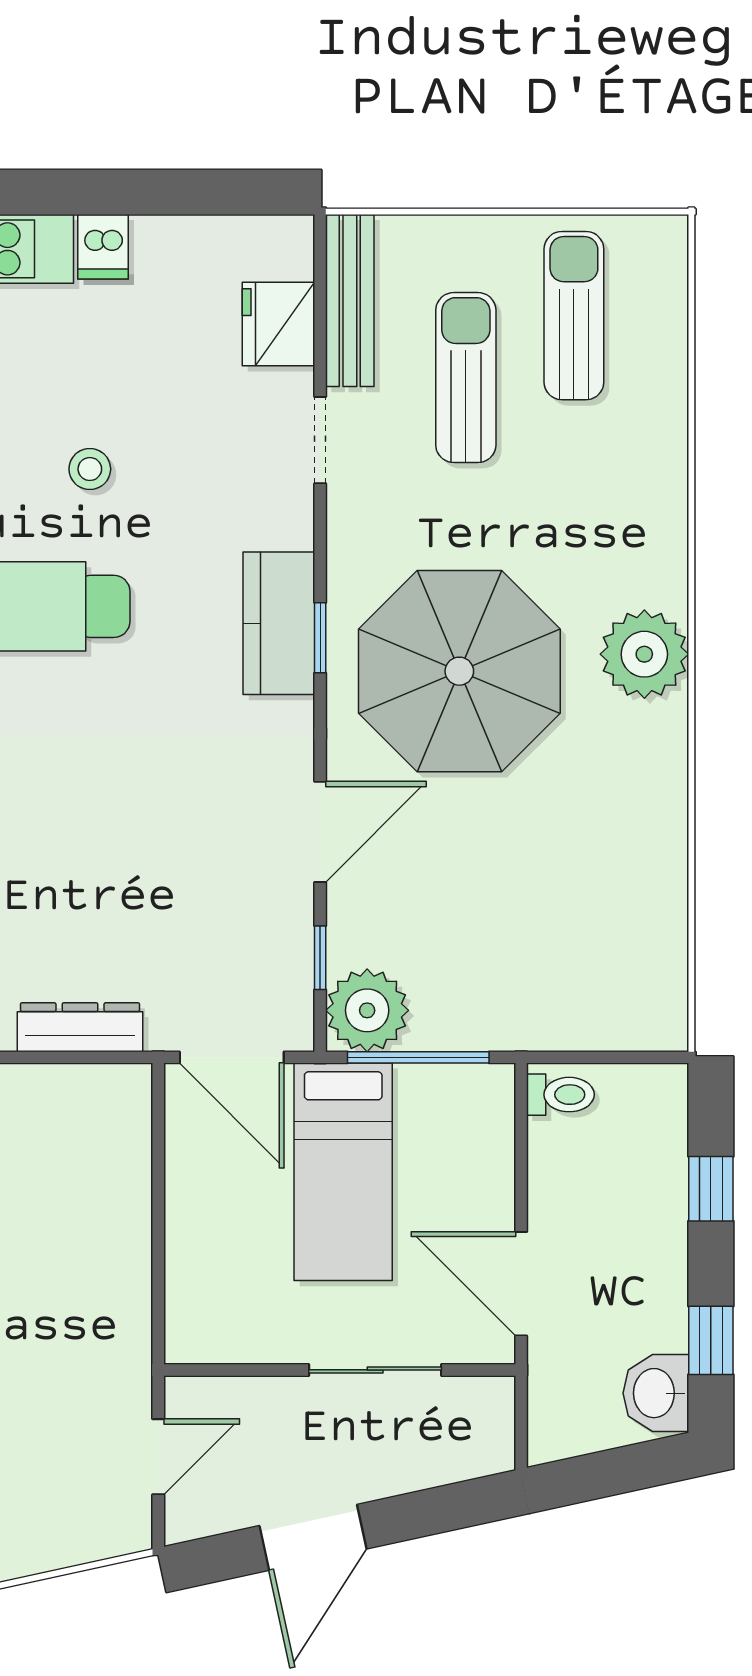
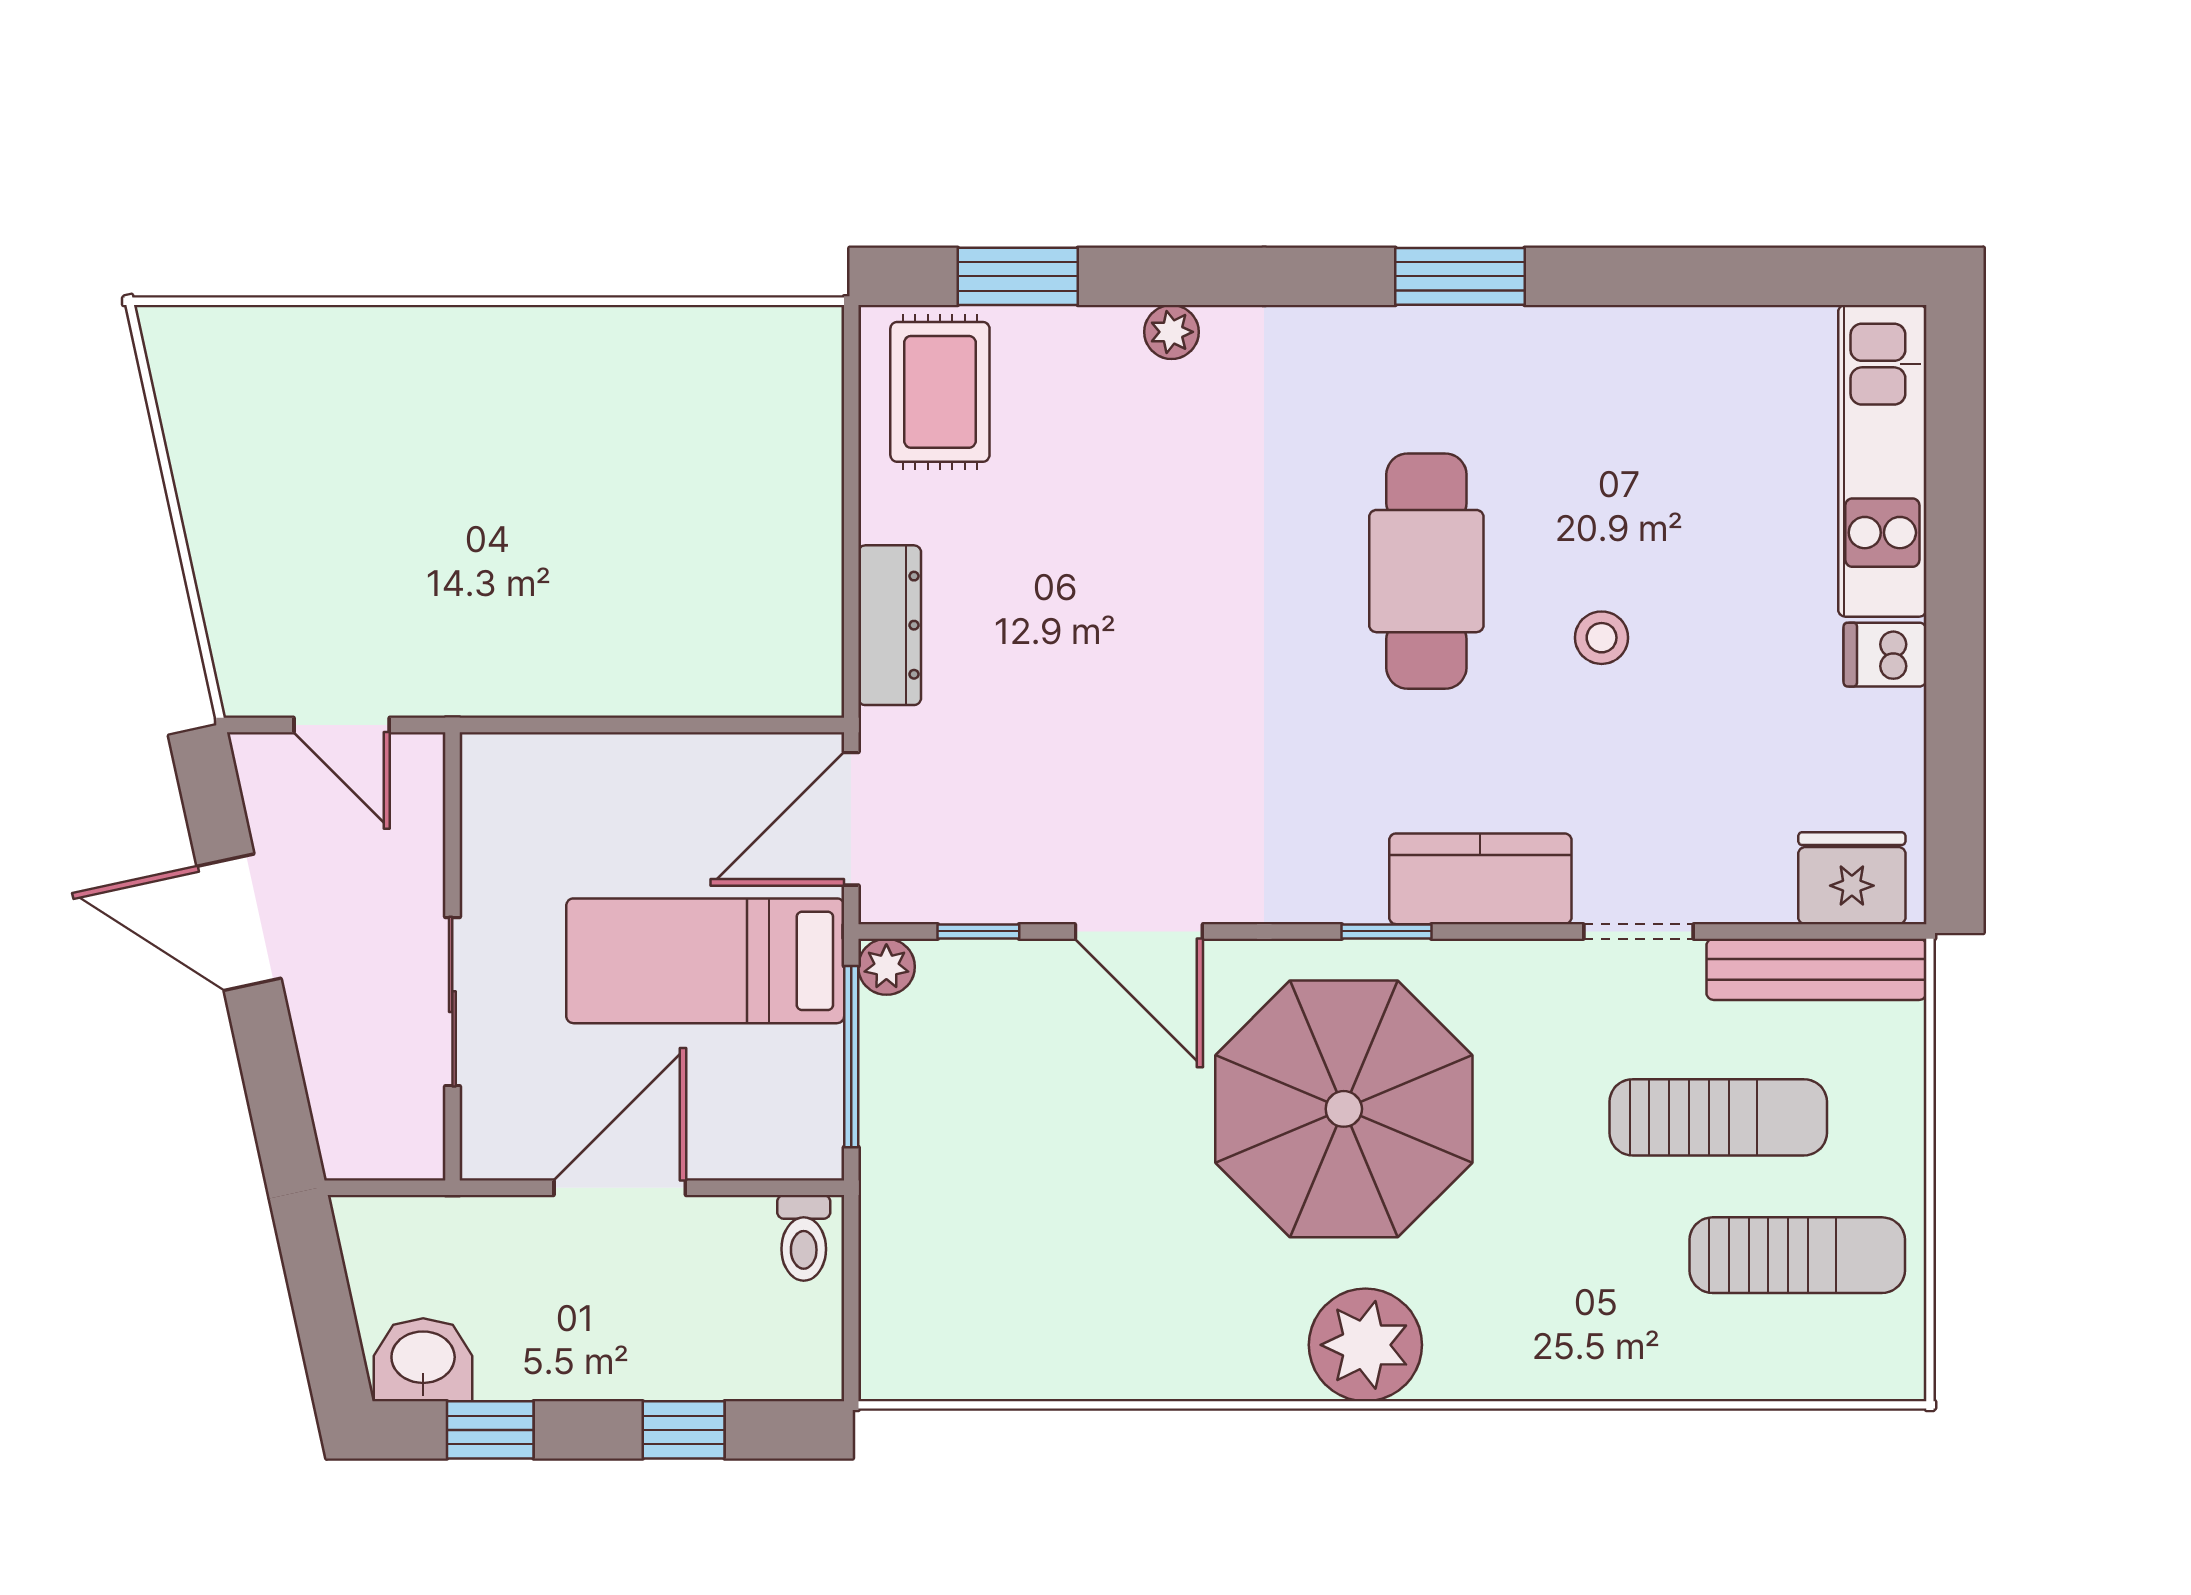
fridge: (278, 324) -> (1852, 878), moved
kitchen counter: (279, 623) -> (1480, 879), moved
plant: (367, 1010) -> (886, 967), width x0.53, depth x0.53
door: (521, 1284) -> (620, 1188), moved

